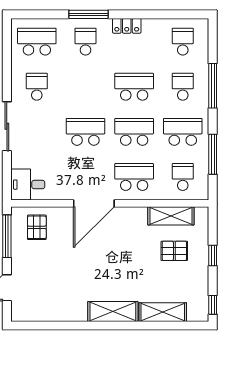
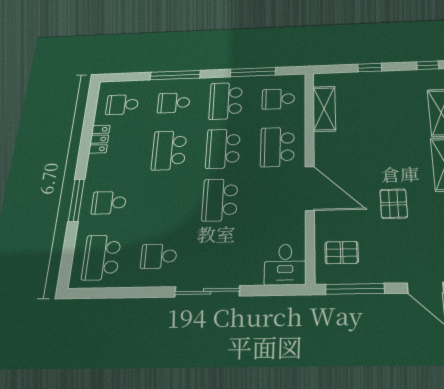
locker: (127, 26) -> (99, 139), moved
pallet: (174, 251) -> (394, 204), moved

